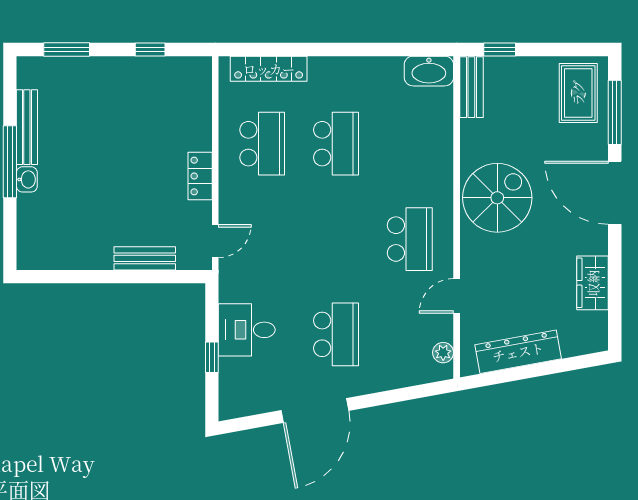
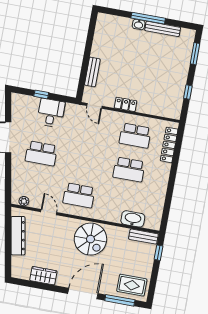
washbasin: (429, 71) -> (133, 219), moved, turned 90

